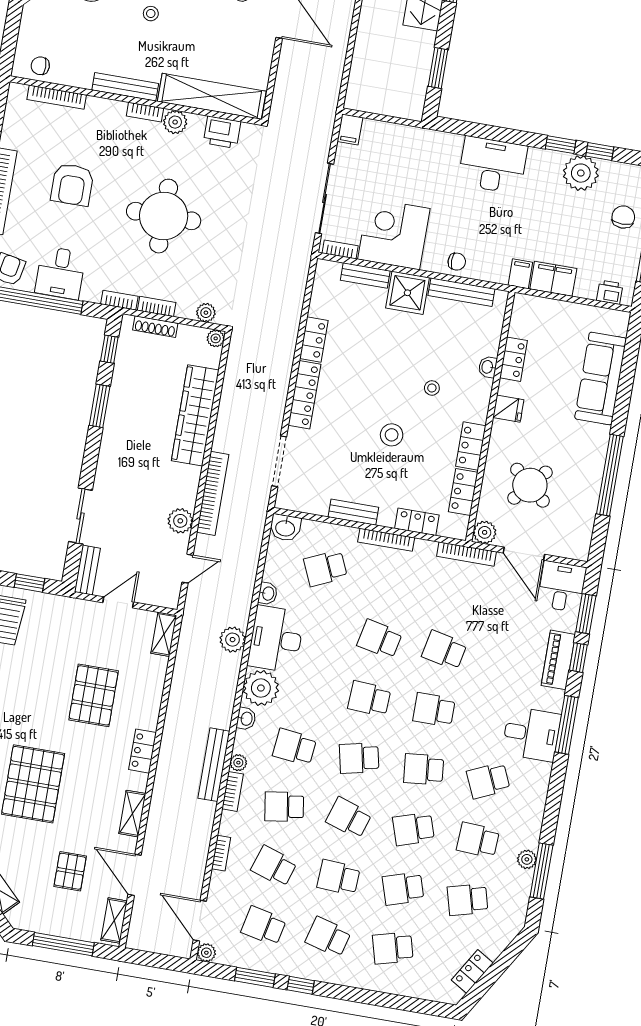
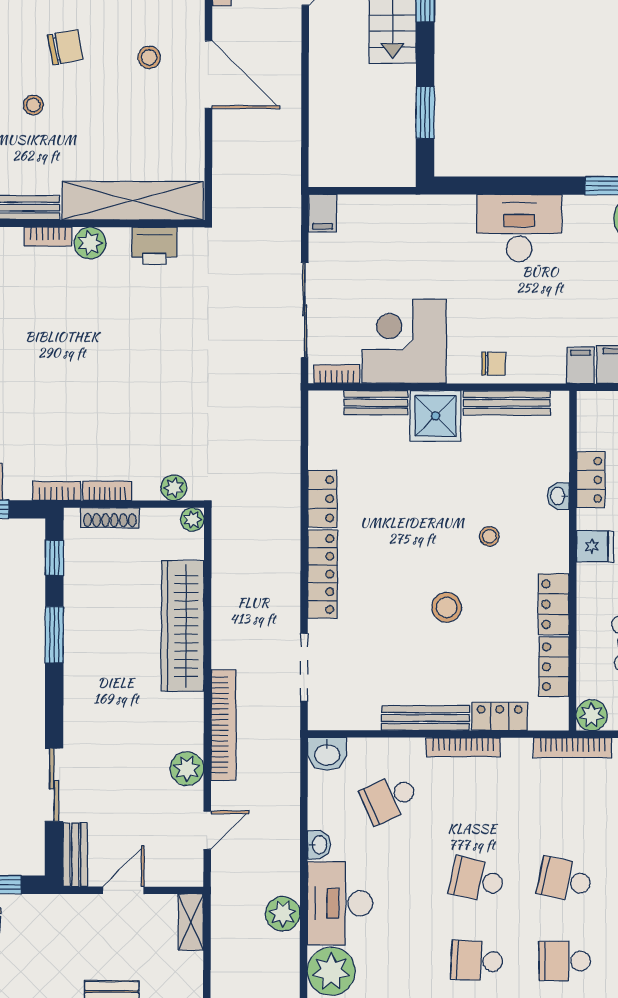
round table: (164, 216) -> (96, 370), removed
bench: (353, 512) -> (425, 718), width x1.36

